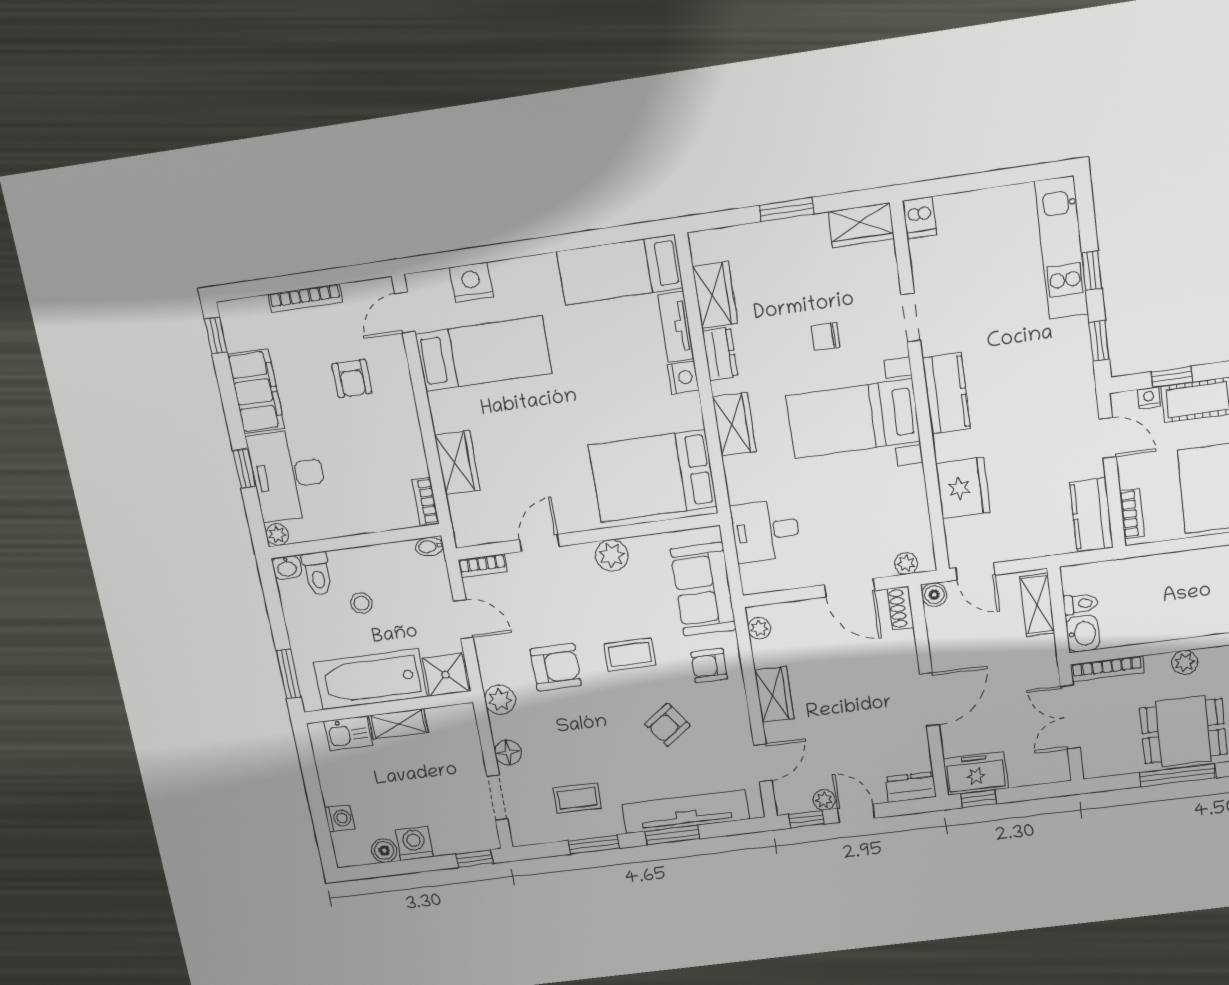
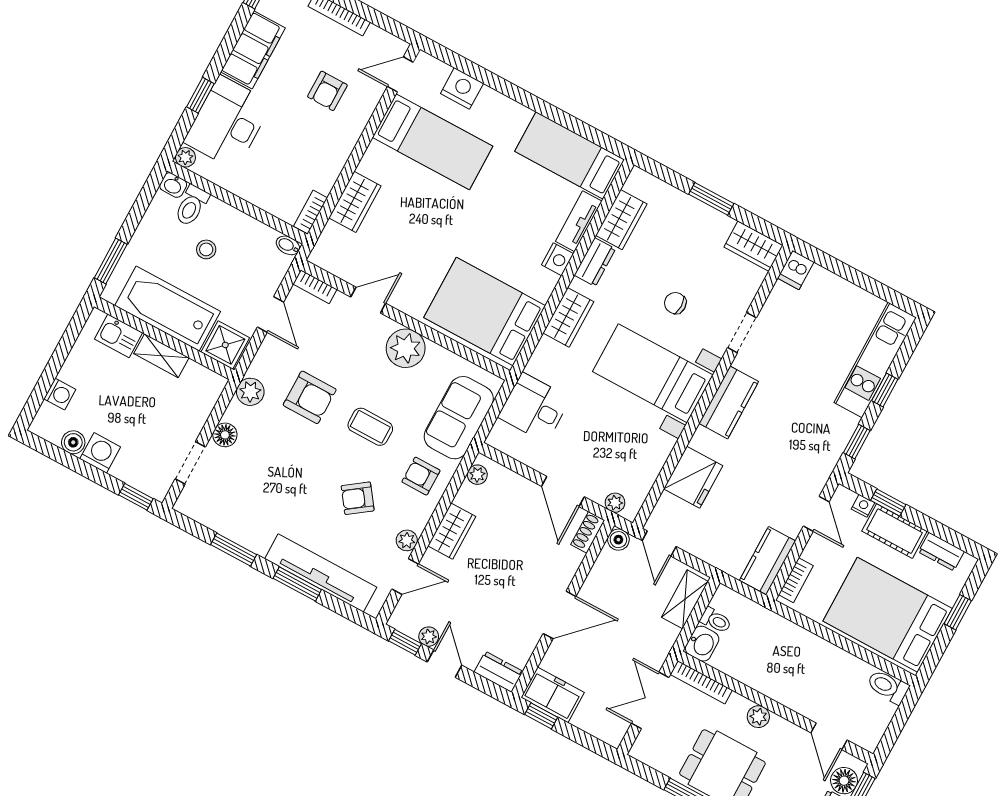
plant: (612, 555) -> (406, 348), width x1.36, depth x1.36
plant: (740, 731) -> (407, 540), added
coffee table: (577, 798) -> (249, 506), removed

